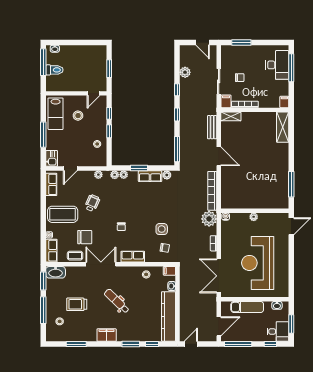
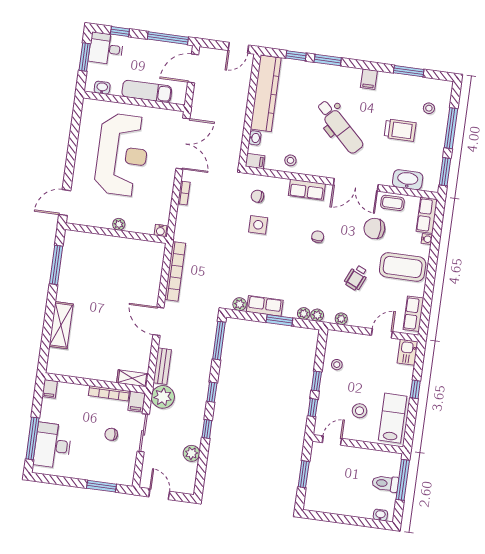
window: (43, 62) -> (403, 480), moved
shelving: (283, 127) -> (61, 325), moved
window: (43, 135) -> (415, 389), width x0.46
plant: (209, 219) -> (163, 397), moved
washbasin: (56, 272) -> (408, 180), moved
dental chair: (117, 301) -> (340, 127), width x1.36, depth x1.38
filing cabinet: (107, 335) -> (369, 79), width x0.50

